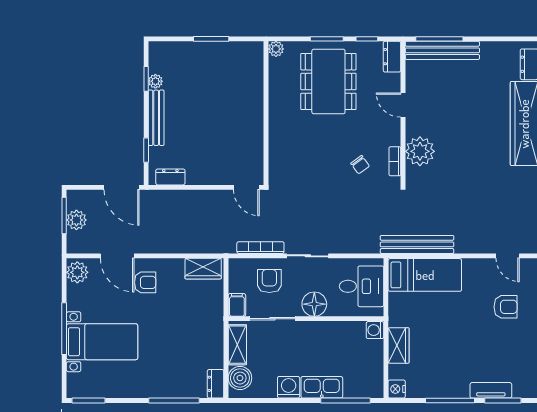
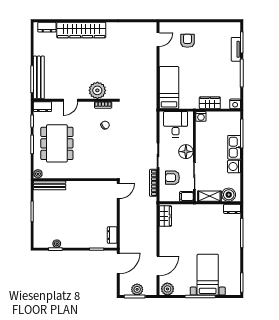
dining table: (328, 82) -> (57, 143), turned 90
bench: (156, 118) -> (50, 185), moved
bench: (417, 244) -> (151, 92), removed
armchair: (145, 282) -> (173, 250), removed

